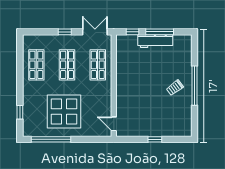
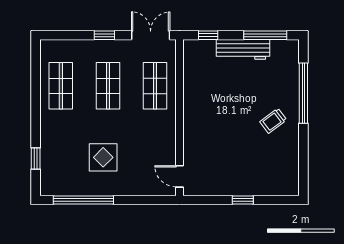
window: (160, 32) -> (265, 35), moved
window: (195, 86) -> (303, 93), moved
display table: (64, 112) -> (103, 157), width x0.54, depth x0.54

